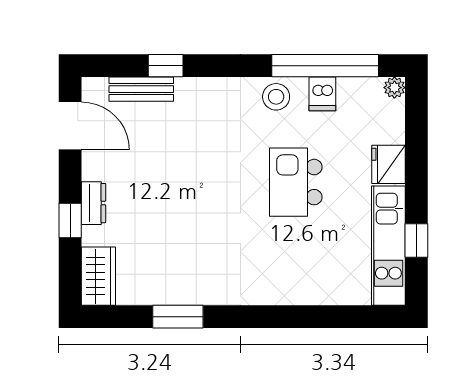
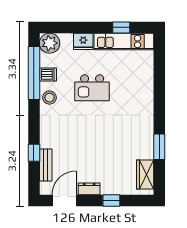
plant: (394, 88) -> (50, 43), width x1.88, depth x1.88
dresser: (93, 203) -> (89, 189), moved
wardrobe: (98, 276) -> (145, 175), moved, turned -90

